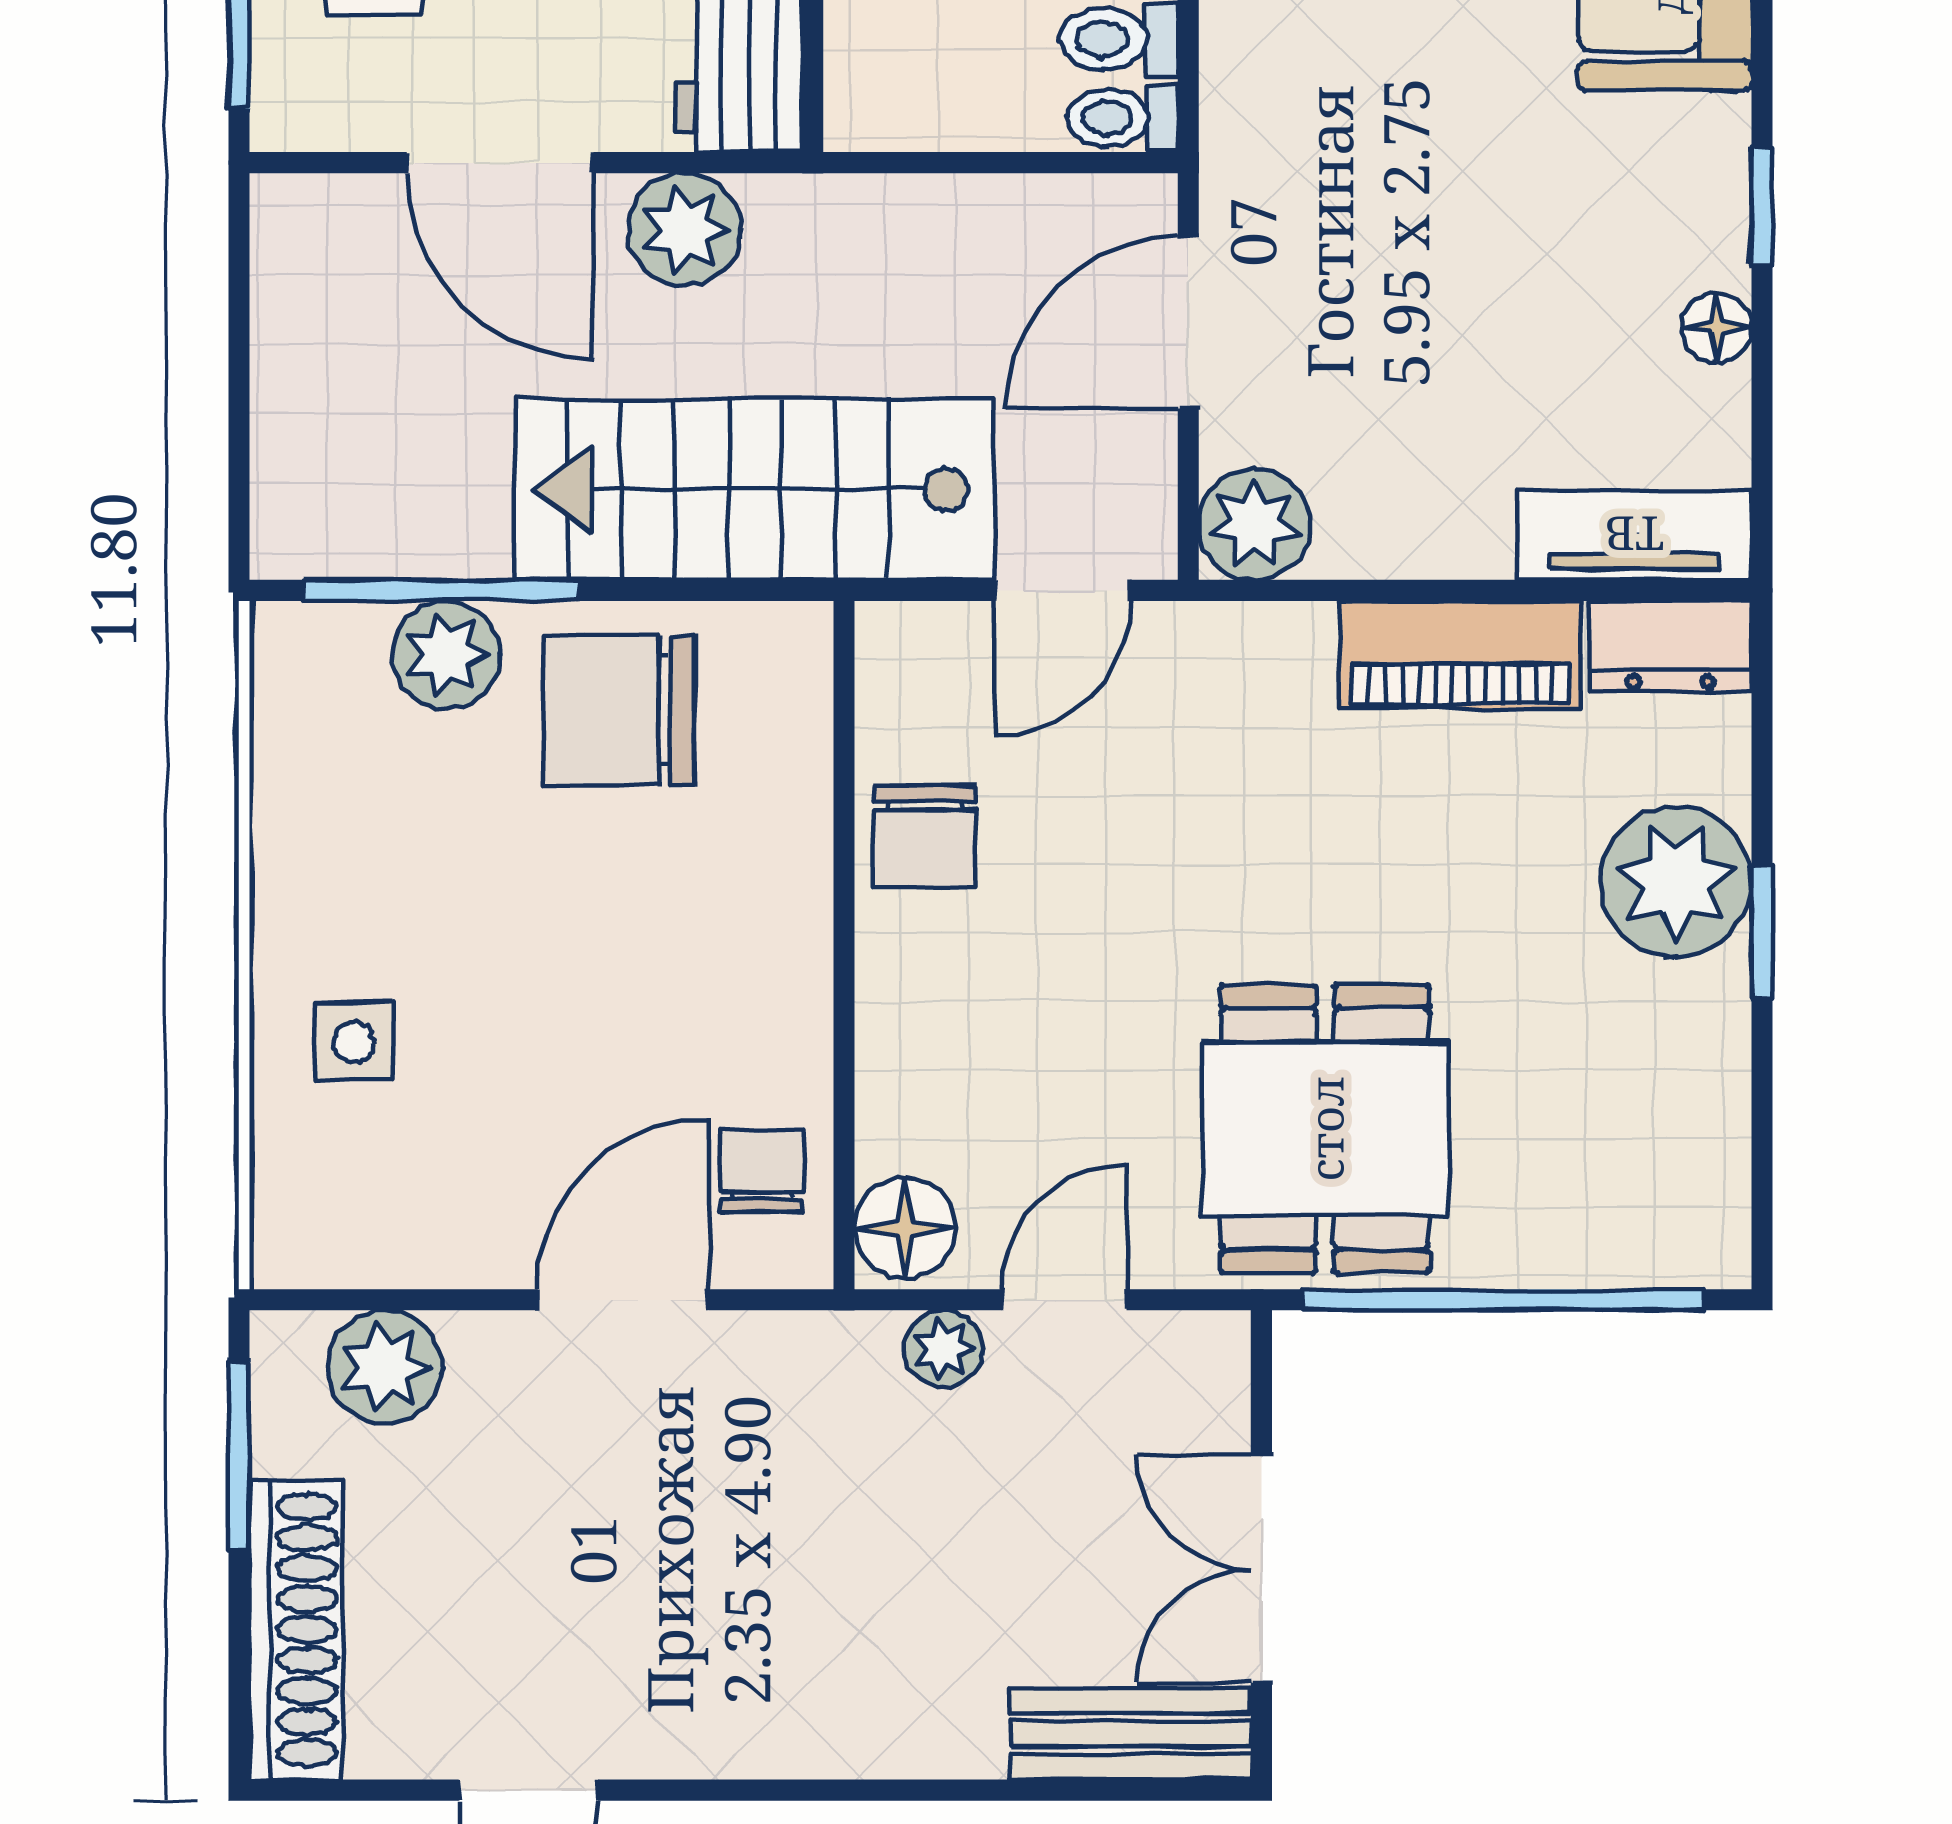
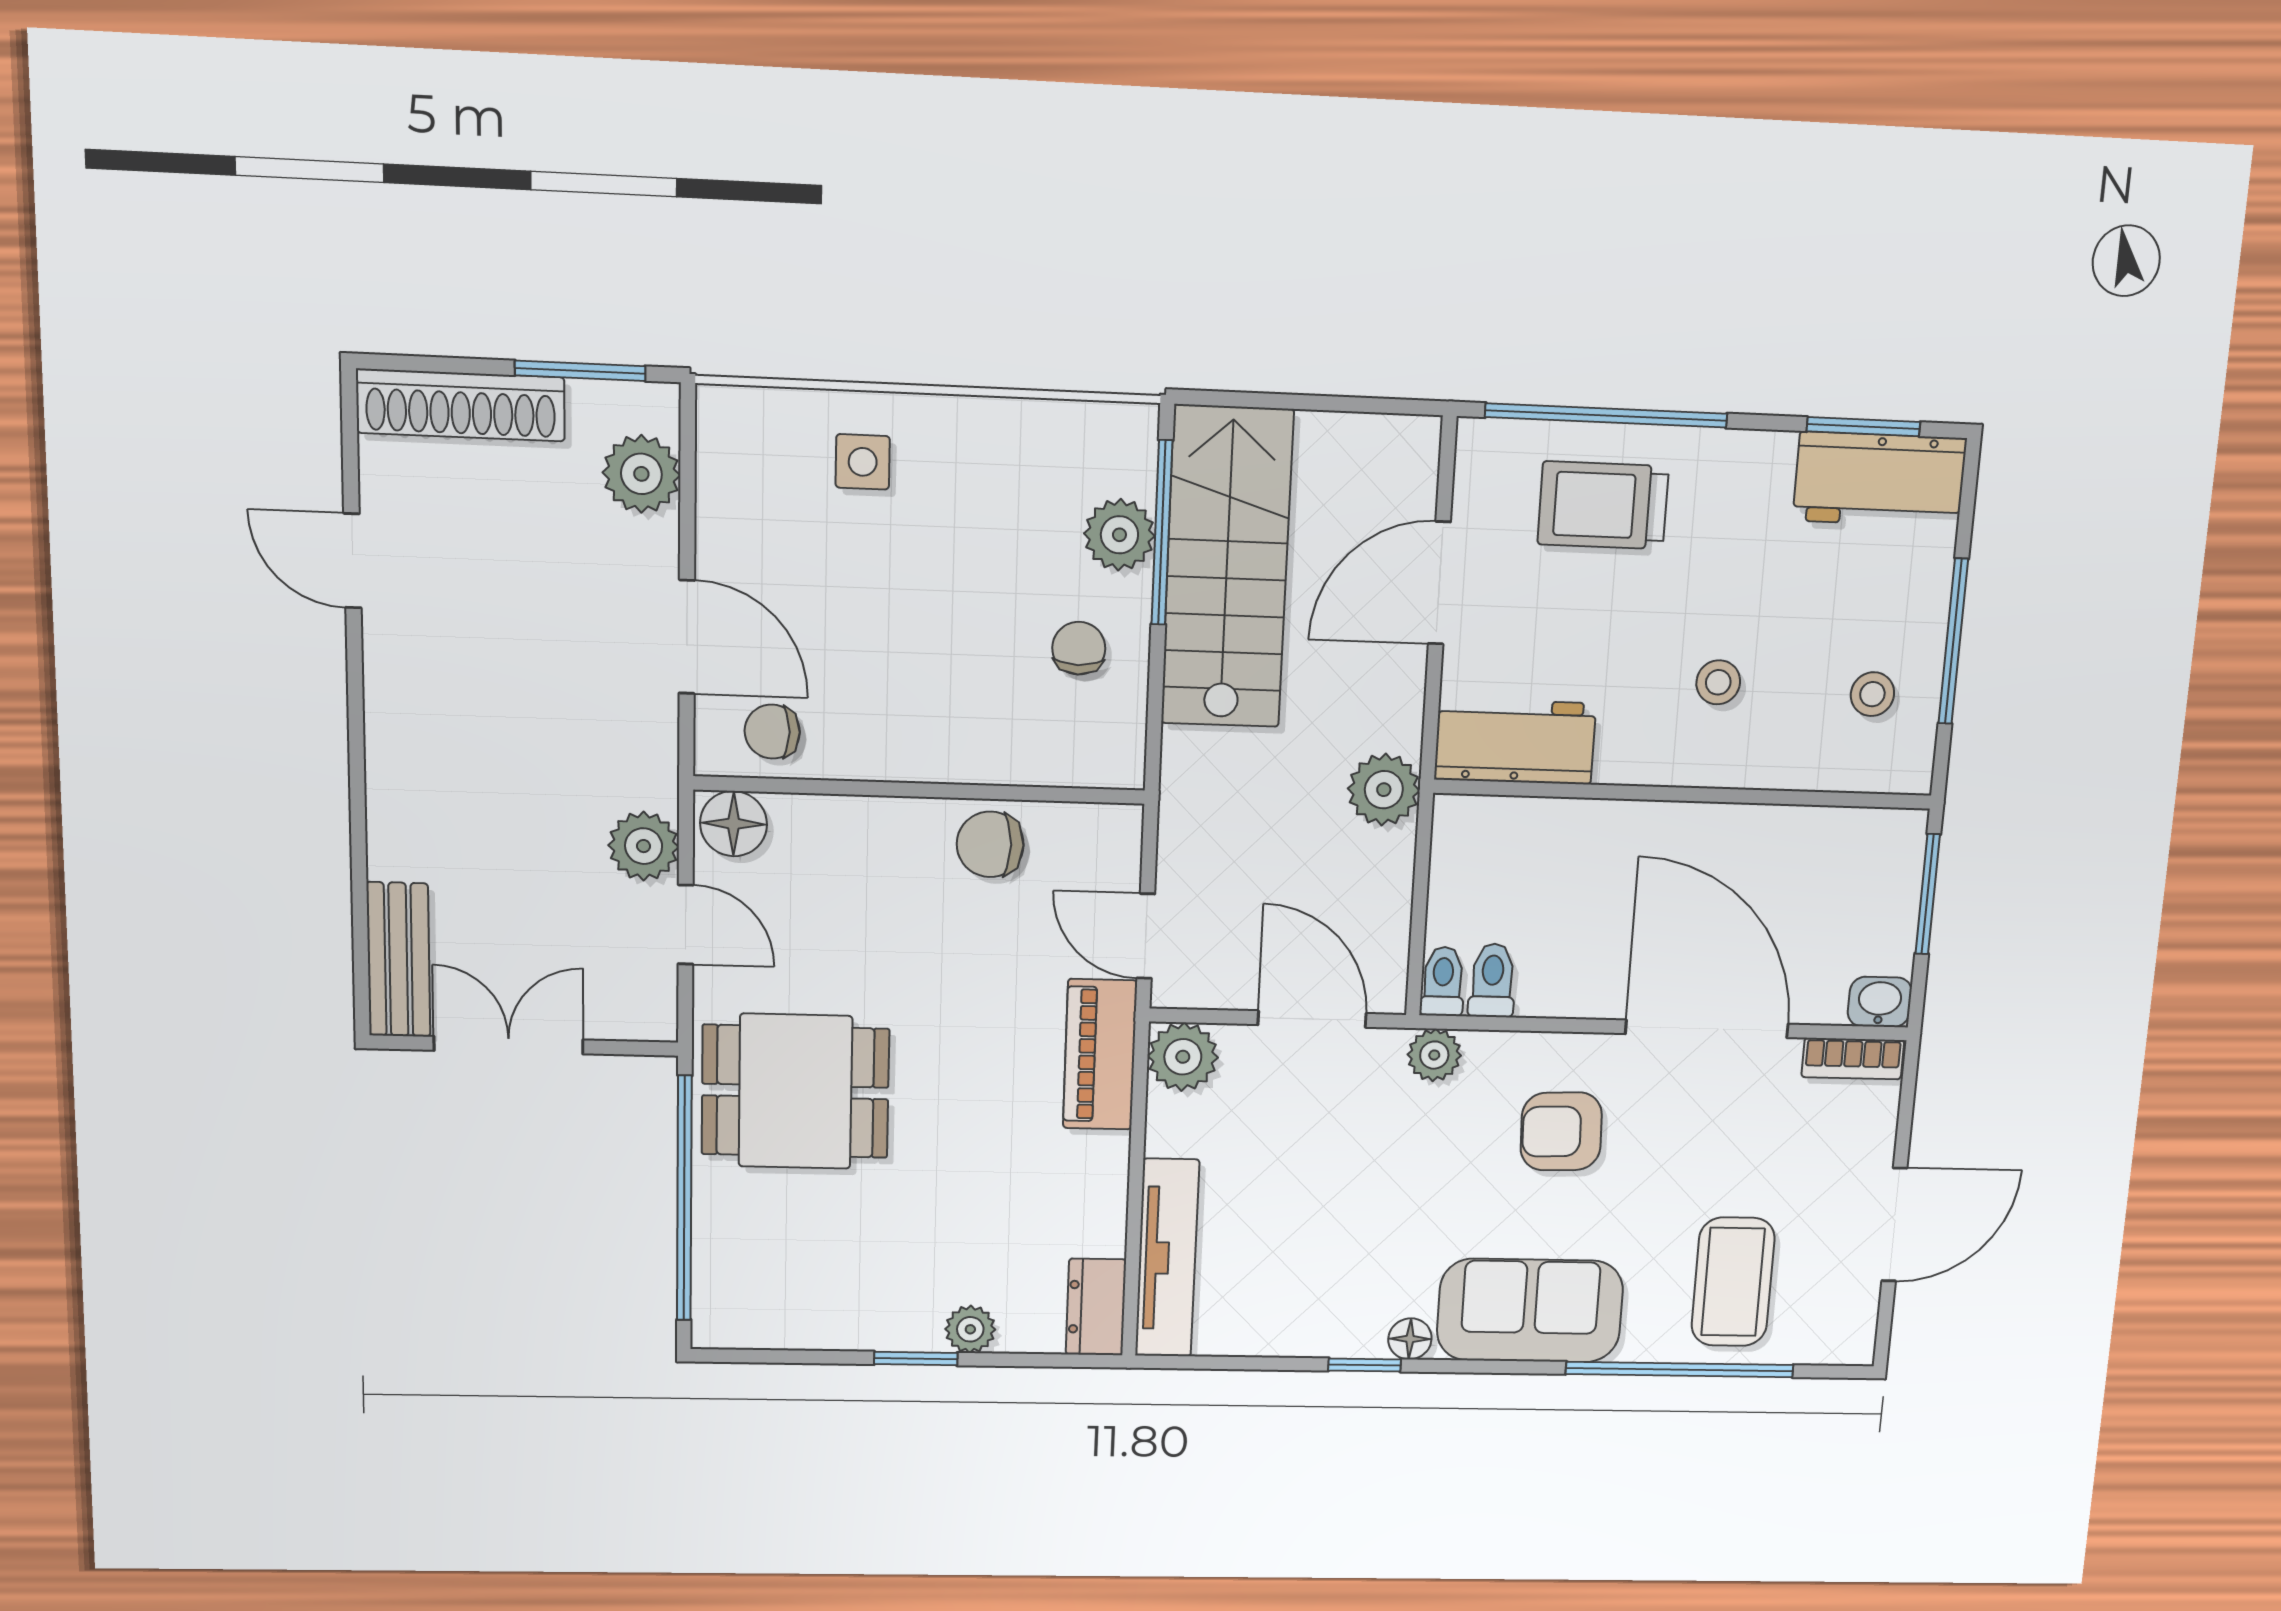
plant: (1242, 124) -> (1434, 1055), added
plant: (685, 230) -> (1384, 790), moved
floor lamp: (1716, 327) -> (1410, 1339), moved
stairs: (754, 490) -> (1227, 568), moved
tv unit: (1634, 535) -> (1167, 1258), width x1.41
piano: (1460, 655) -> (1100, 1054), moved
chair: (619, 710) -> (1079, 648), width x0.54, depth x0.54
plant: (1676, 881) -> (970, 1329), width x0.53, depth x0.53
chair: (762, 1171) -> (772, 732), turned 180
plant: (944, 1349) -> (644, 846), width x1.38, depth x1.38

